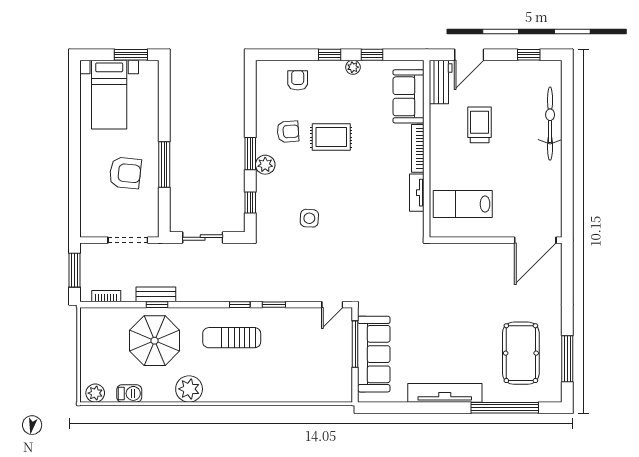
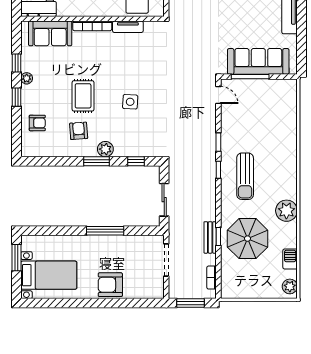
armchair: (298, 80) -> (37, 123), turned 180
armchair: (125, 173) -> (110, 285), moved, turned -96
side table: (309, 218) -> (130, 102), moved

